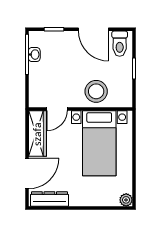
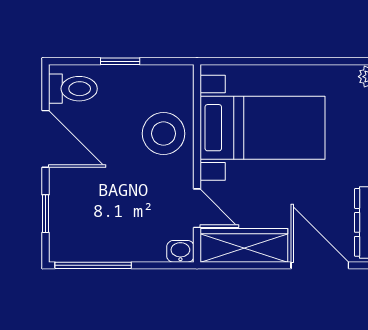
door: (93, 29) -> (45, 139), hinge flipped
washbasin: (34, 55) -> (180, 251), moved

